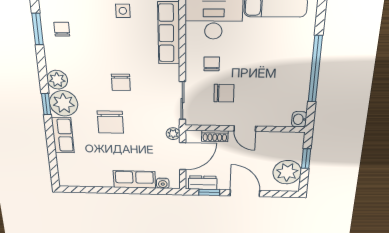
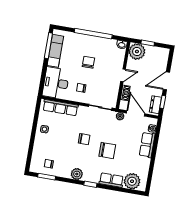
chair: (224, 93) -> (88, 62), moved
plant: (64, 103) -> (132, 181), moved
plant: (287, 172) -> (137, 52), moved

